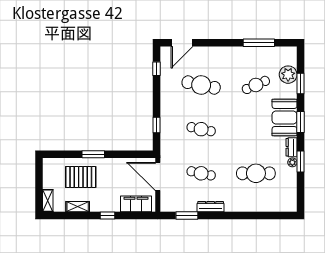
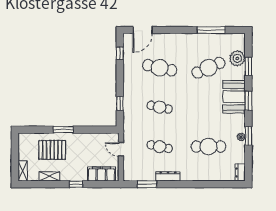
cafe table: (256, 85) -> (209, 68), width x1.37, depth x1.35
dresser: (291, 147) -> (240, 172), moved
door: (158, 176) -> (121, 149), width x0.53

